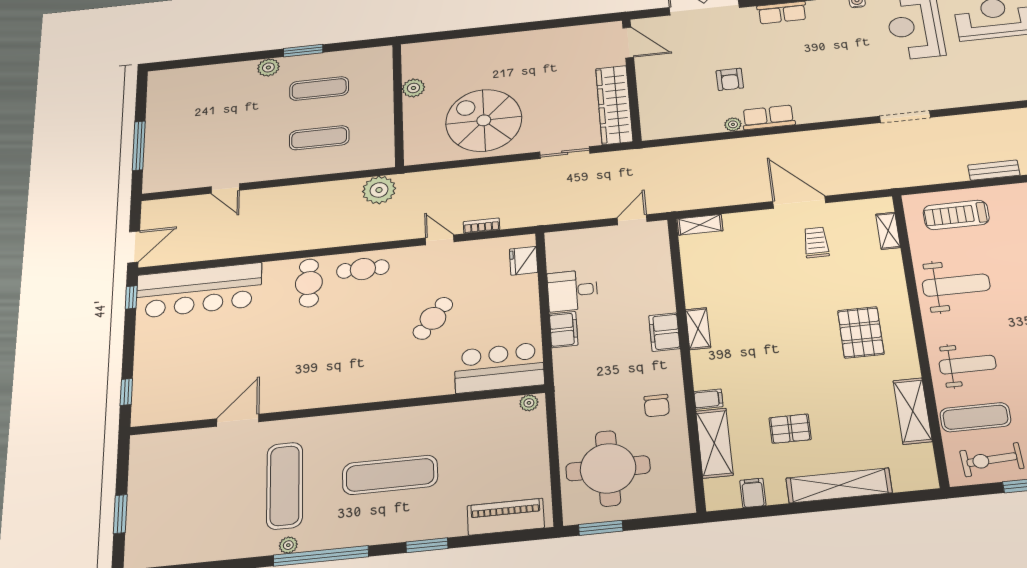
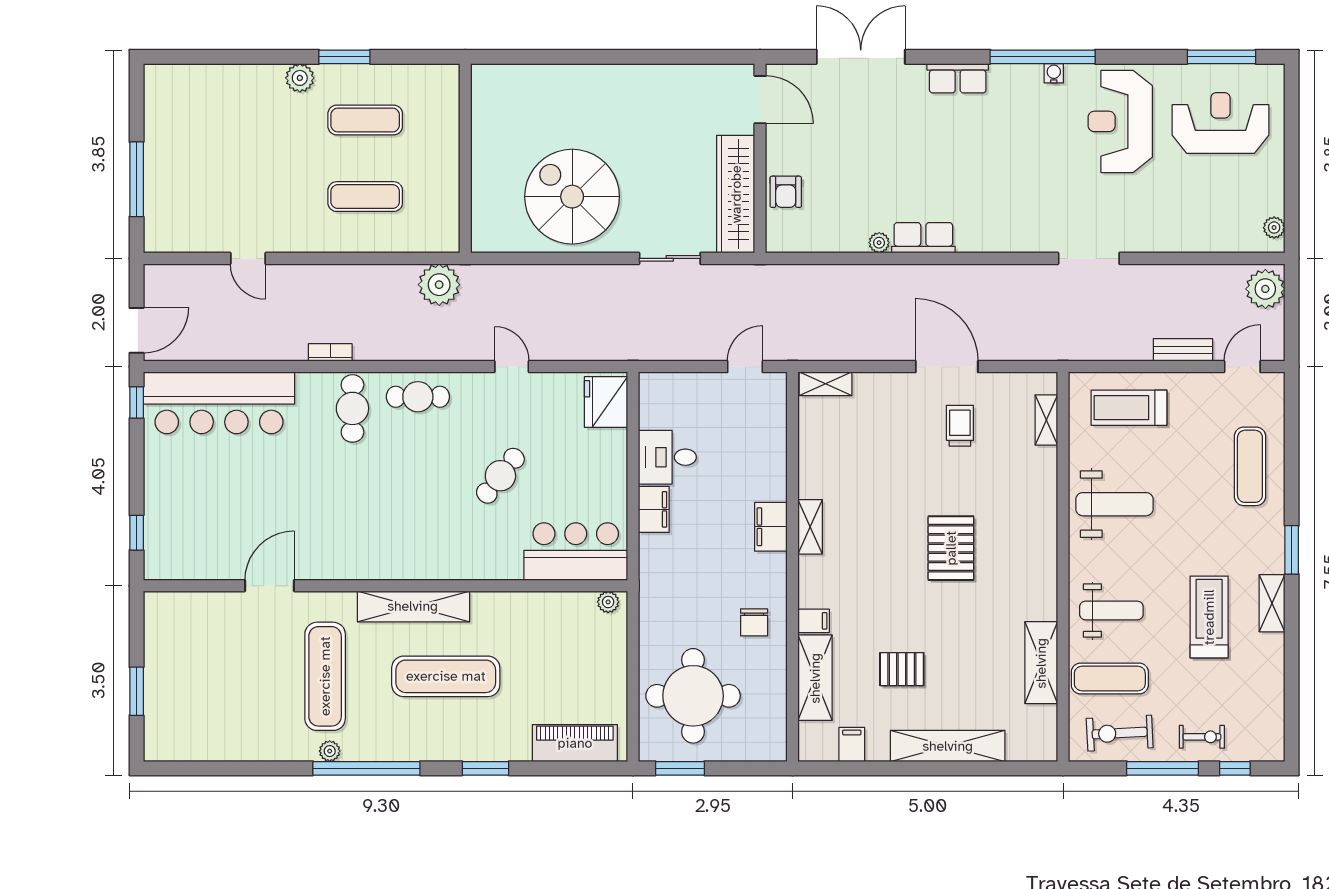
armchair: (730, 79) -> (786, 192), moved
plant: (413, 88) -> (485, 135), removed
bookcase: (481, 226) -> (330, 352), moved
fridge: (524, 261) -> (606, 402), width x1.36, depth x1.34
pallet: (861, 332) -> (951, 548), moved
shelving: (361, 423) -> (413, 606), added

